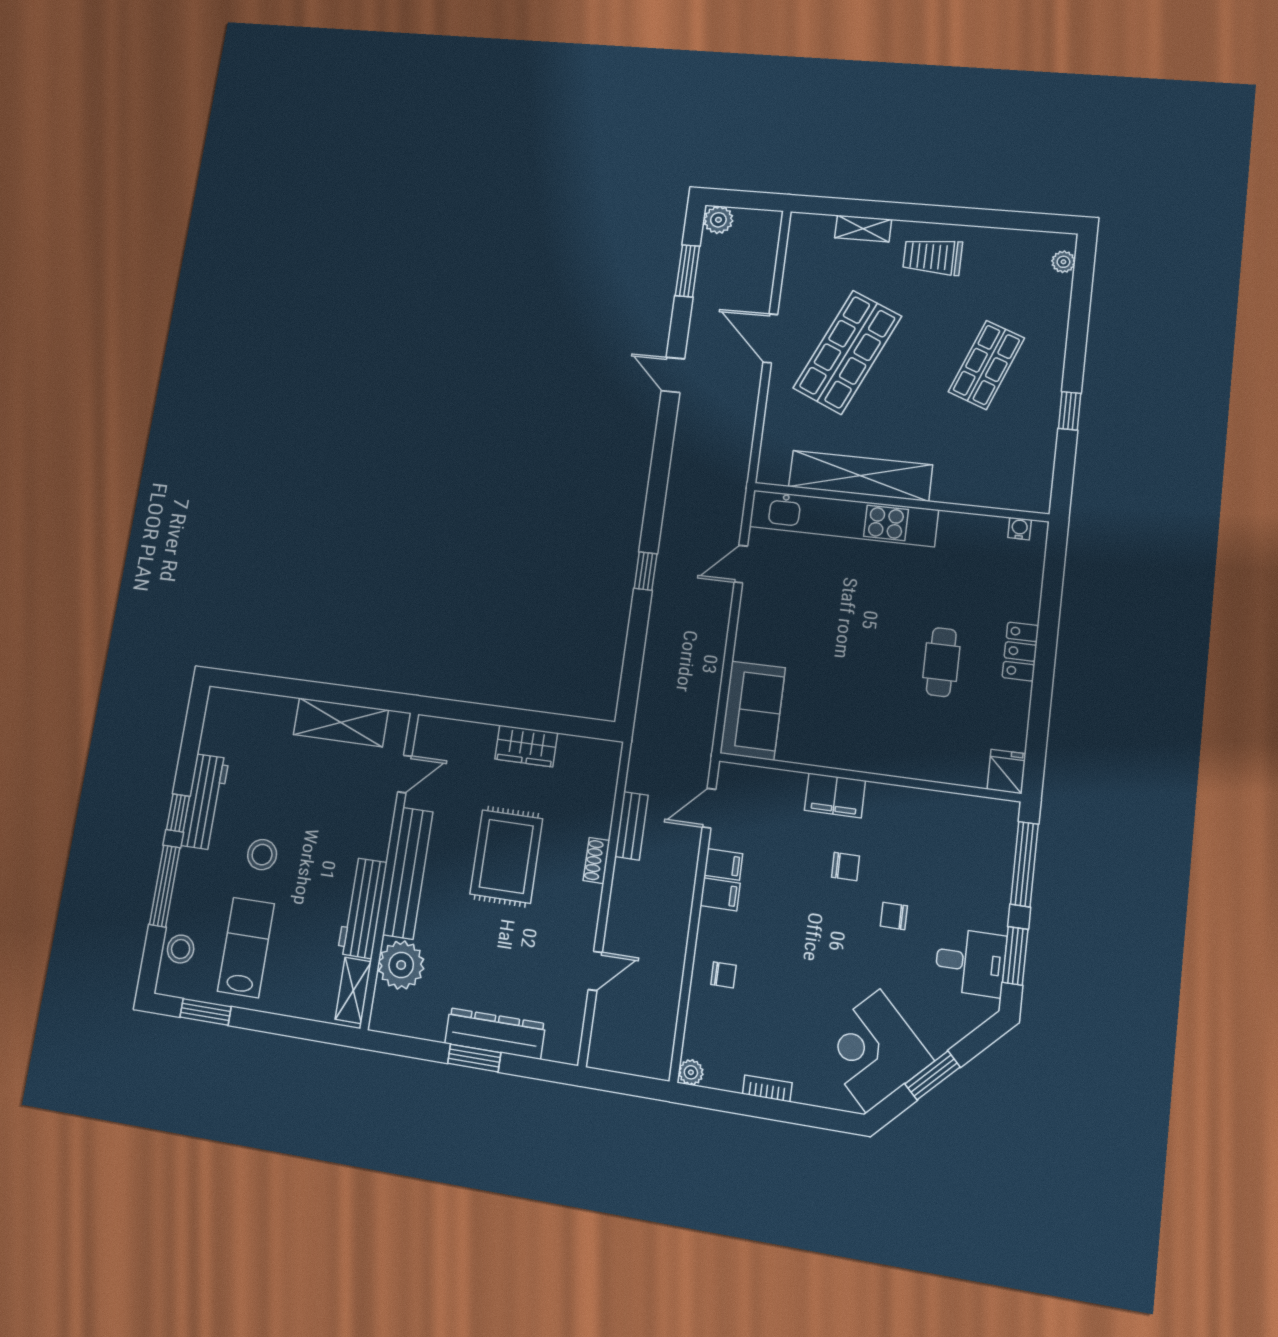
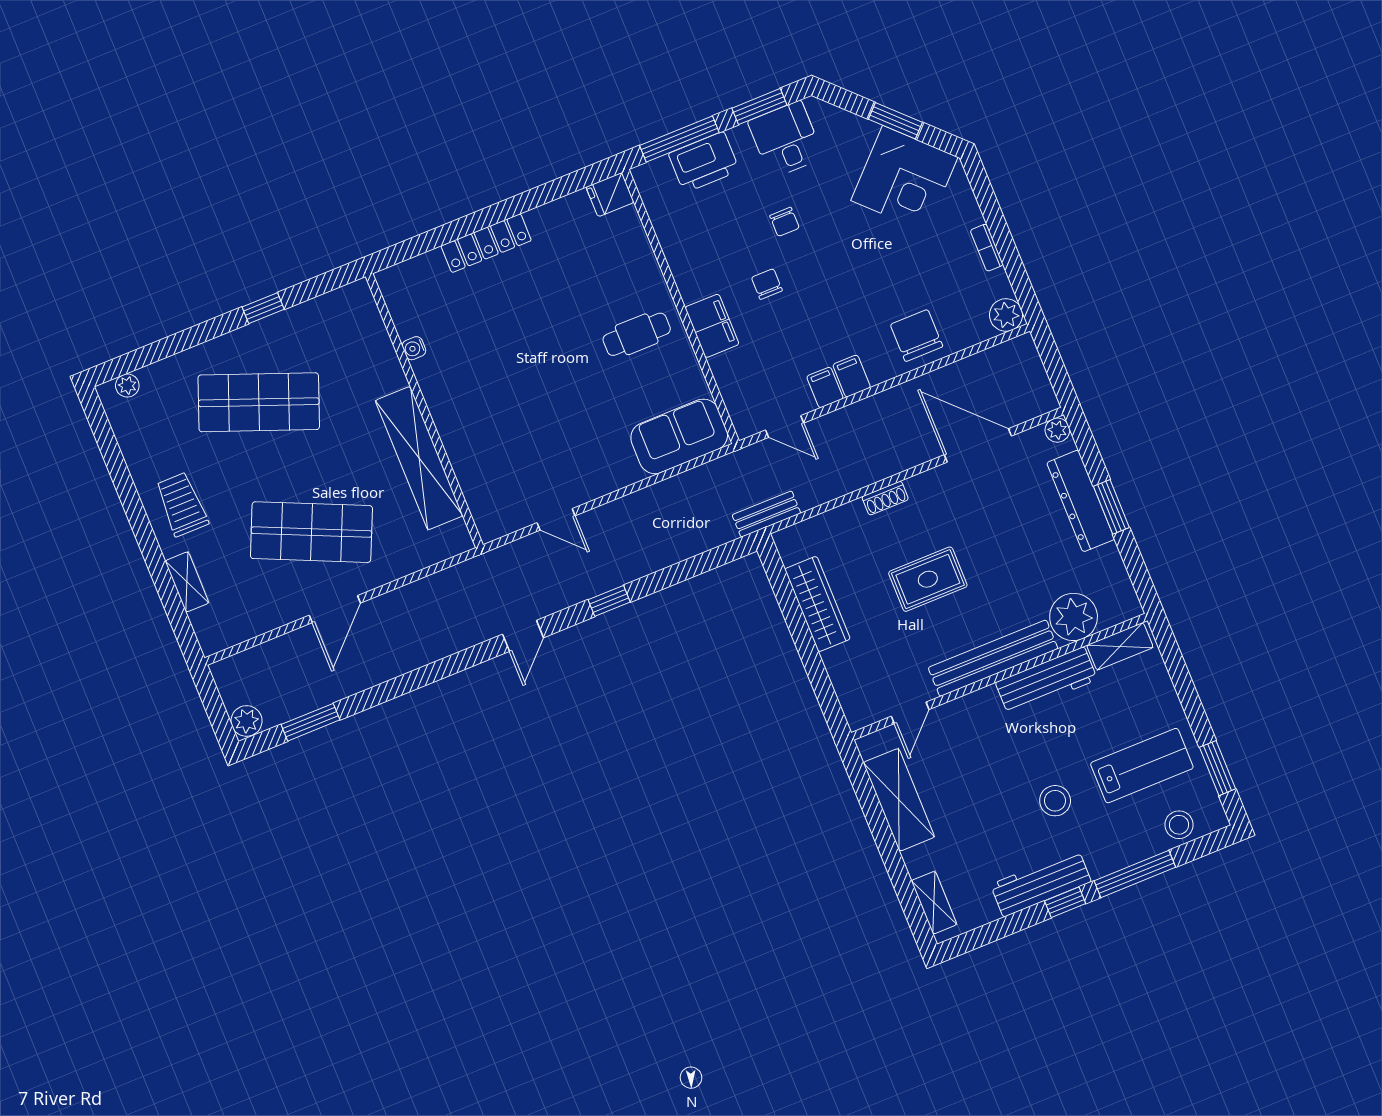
trolley: (933, 257) -> (182, 504), turned 180
shop shelf: (986, 365) -> (259, 402), width x1.43, depth x1.36
door: (673, 375) -> (523, 636), moved
kitchen unit: (843, 518) -> (466, 452), removed
water cooler: (1020, 529) -> (414, 348), moved
locker: (1020, 652) -> (486, 243), width x1.53
cafe table: (941, 662) -> (637, 334), moved
shelving: (243, 703) -> (934, 903), added
wardrobe: (526, 746) -> (817, 604), width x1.50
door: (405, 774) -> (910, 713), swing flipped
bench: (631, 826) -> (766, 514), moved
rug: (506, 856) -> (928, 579), width x0.73, depth x0.70
printer: (990, 874) -> (704, 162), added
lab bench: (246, 947) -> (1142, 766), turned 180
door: (595, 971) -> (978, 445), width x1.88
chair: (723, 975) -> (917, 335), width x1.87, depth x1.87
plant: (568, 1051) -> (1057, 430), added
plant: (691, 1072) -> (1006, 315), width x1.38, depth x1.38

